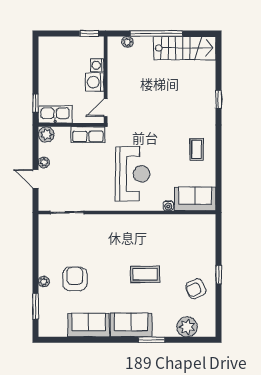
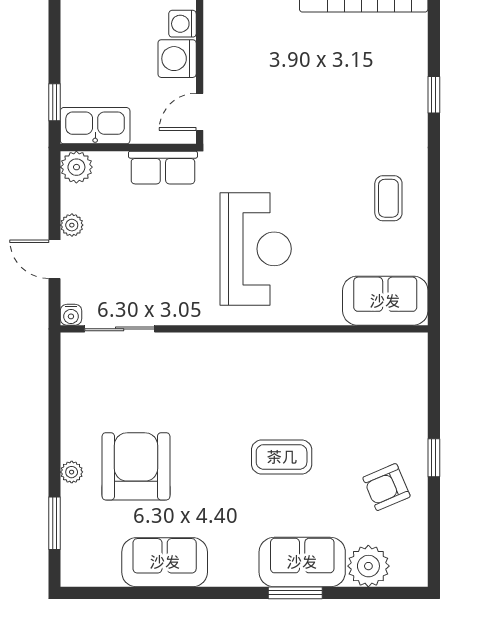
water cooler: (168, 206) -> (71, 315), moved
armchair: (75, 279) -> (136, 466), width x1.36, depth x1.36
sofa: (131, 325) -> (302, 562), moved

